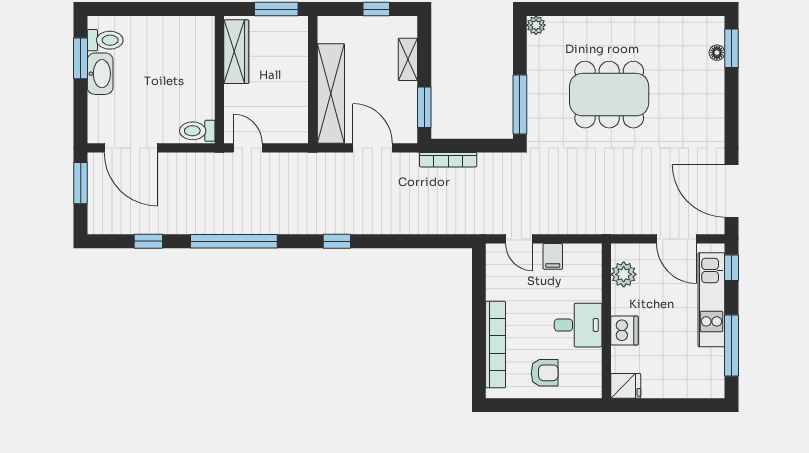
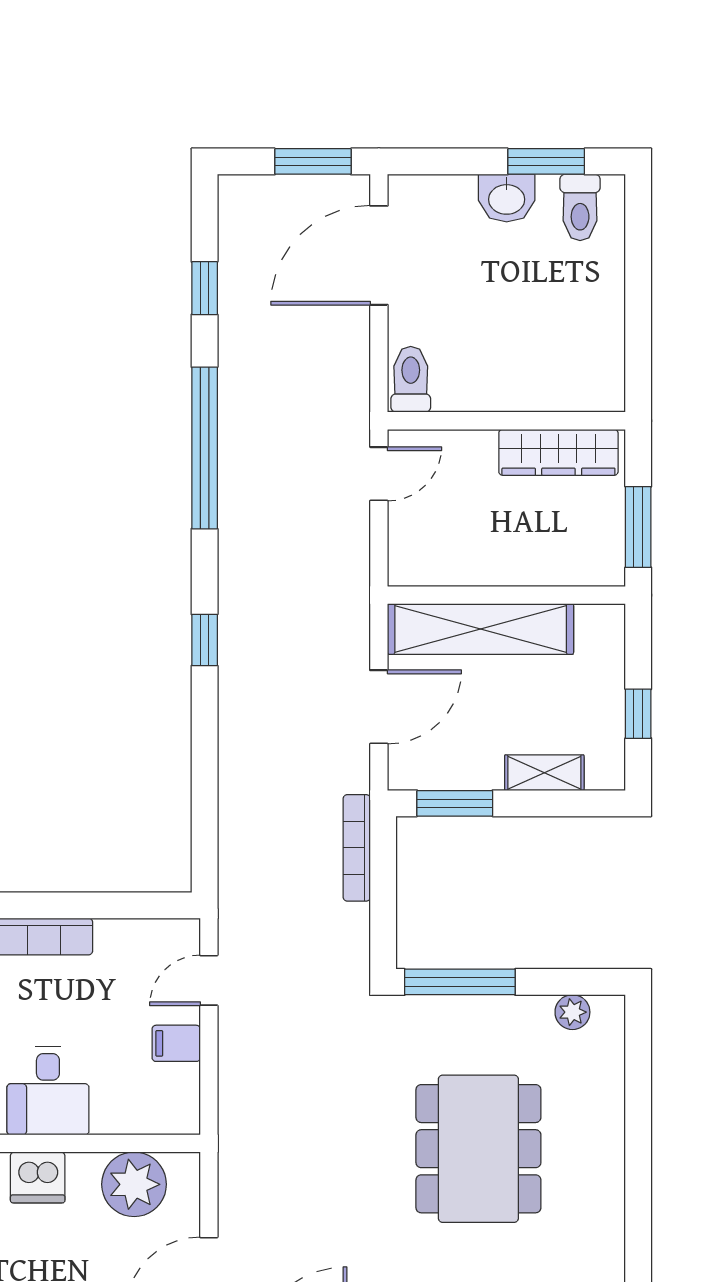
plant: (536, 25) -> (572, 1012), moved
washbasin: (100, 74) -> (507, 198), width x0.72
plant: (624, 274) -> (134, 1184), width x1.36, depth x1.36

